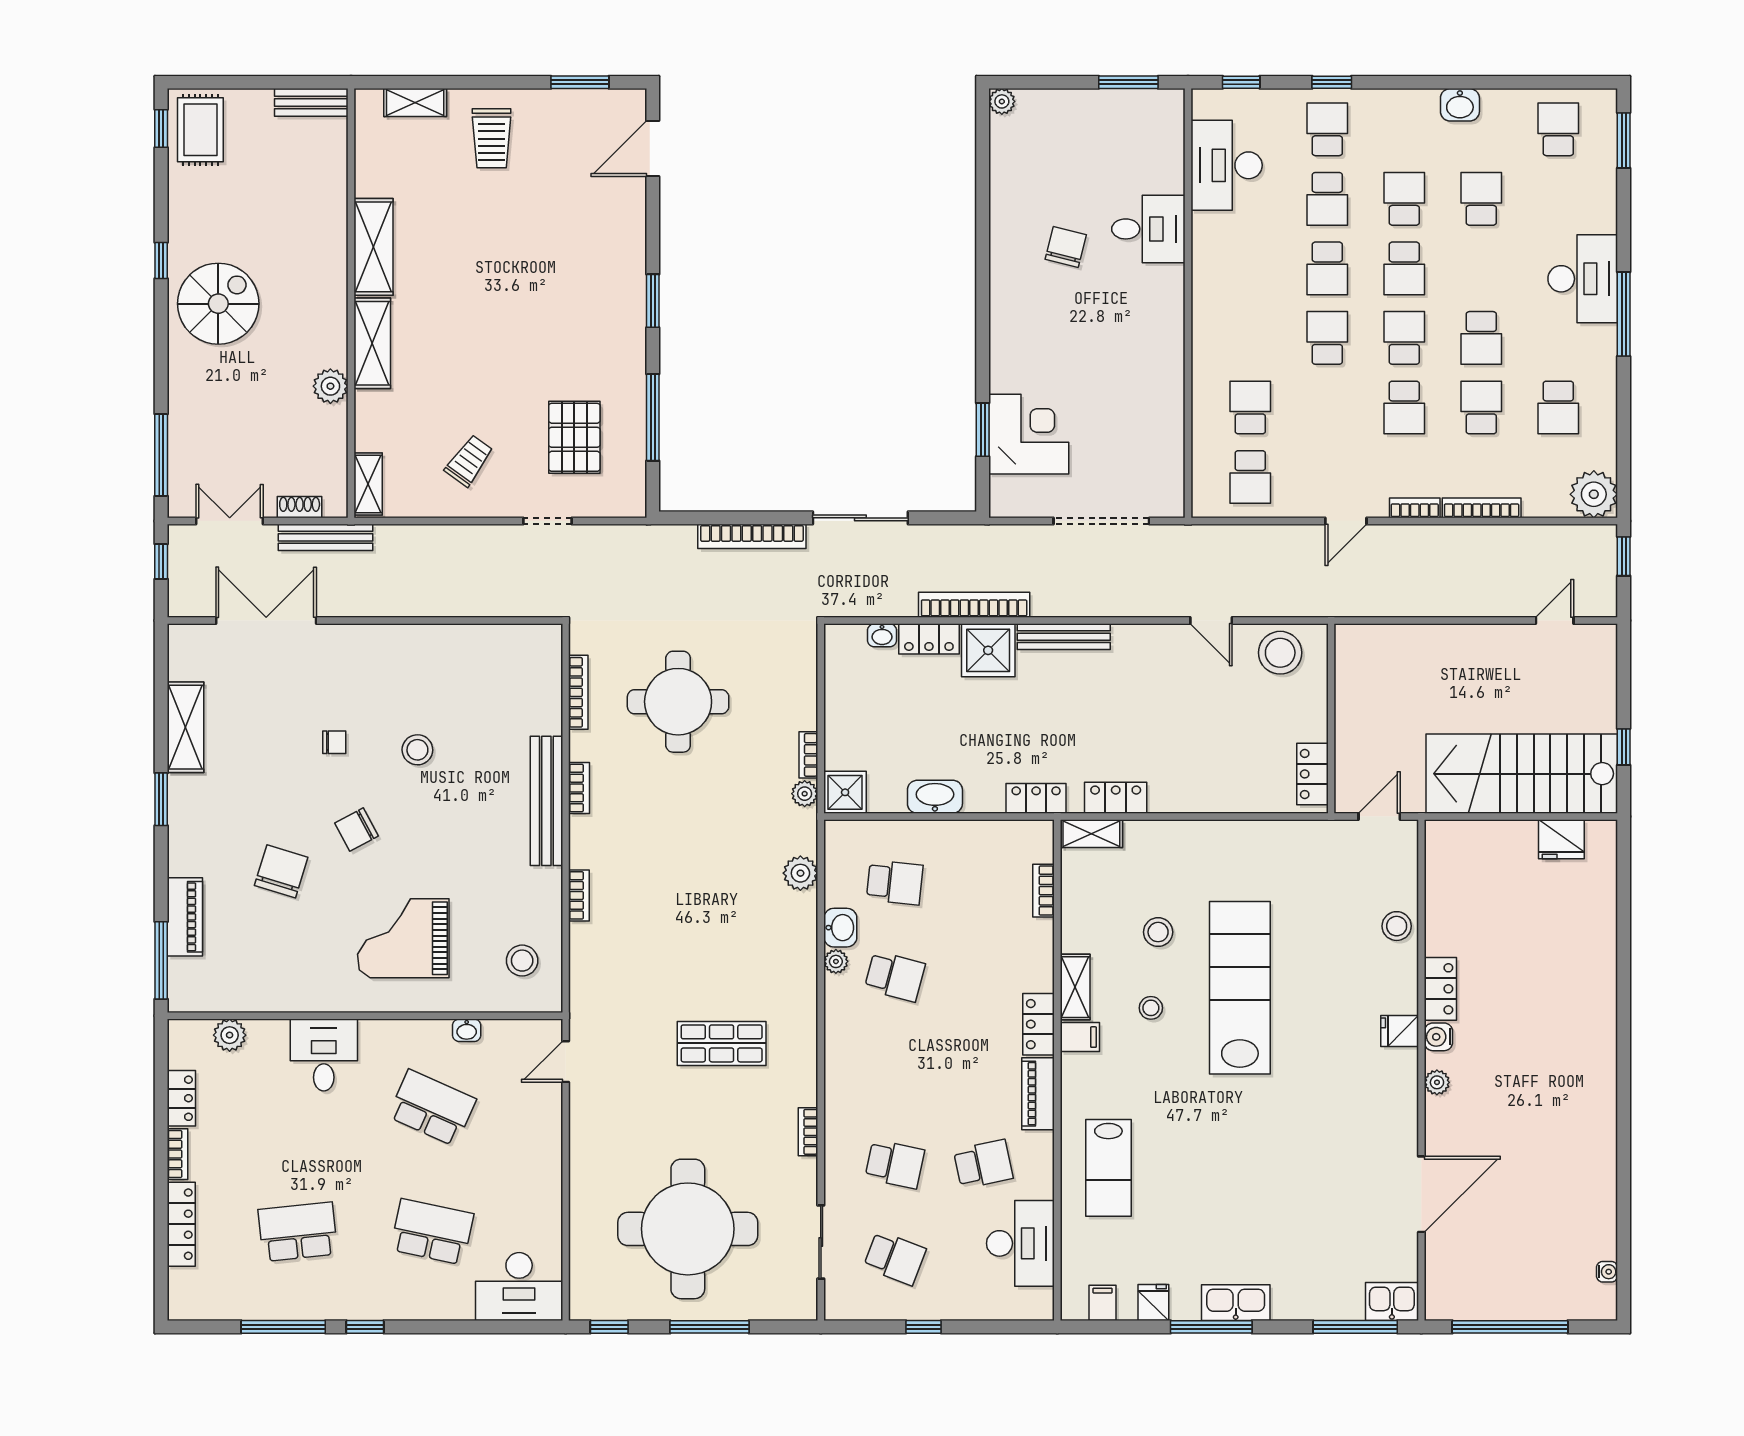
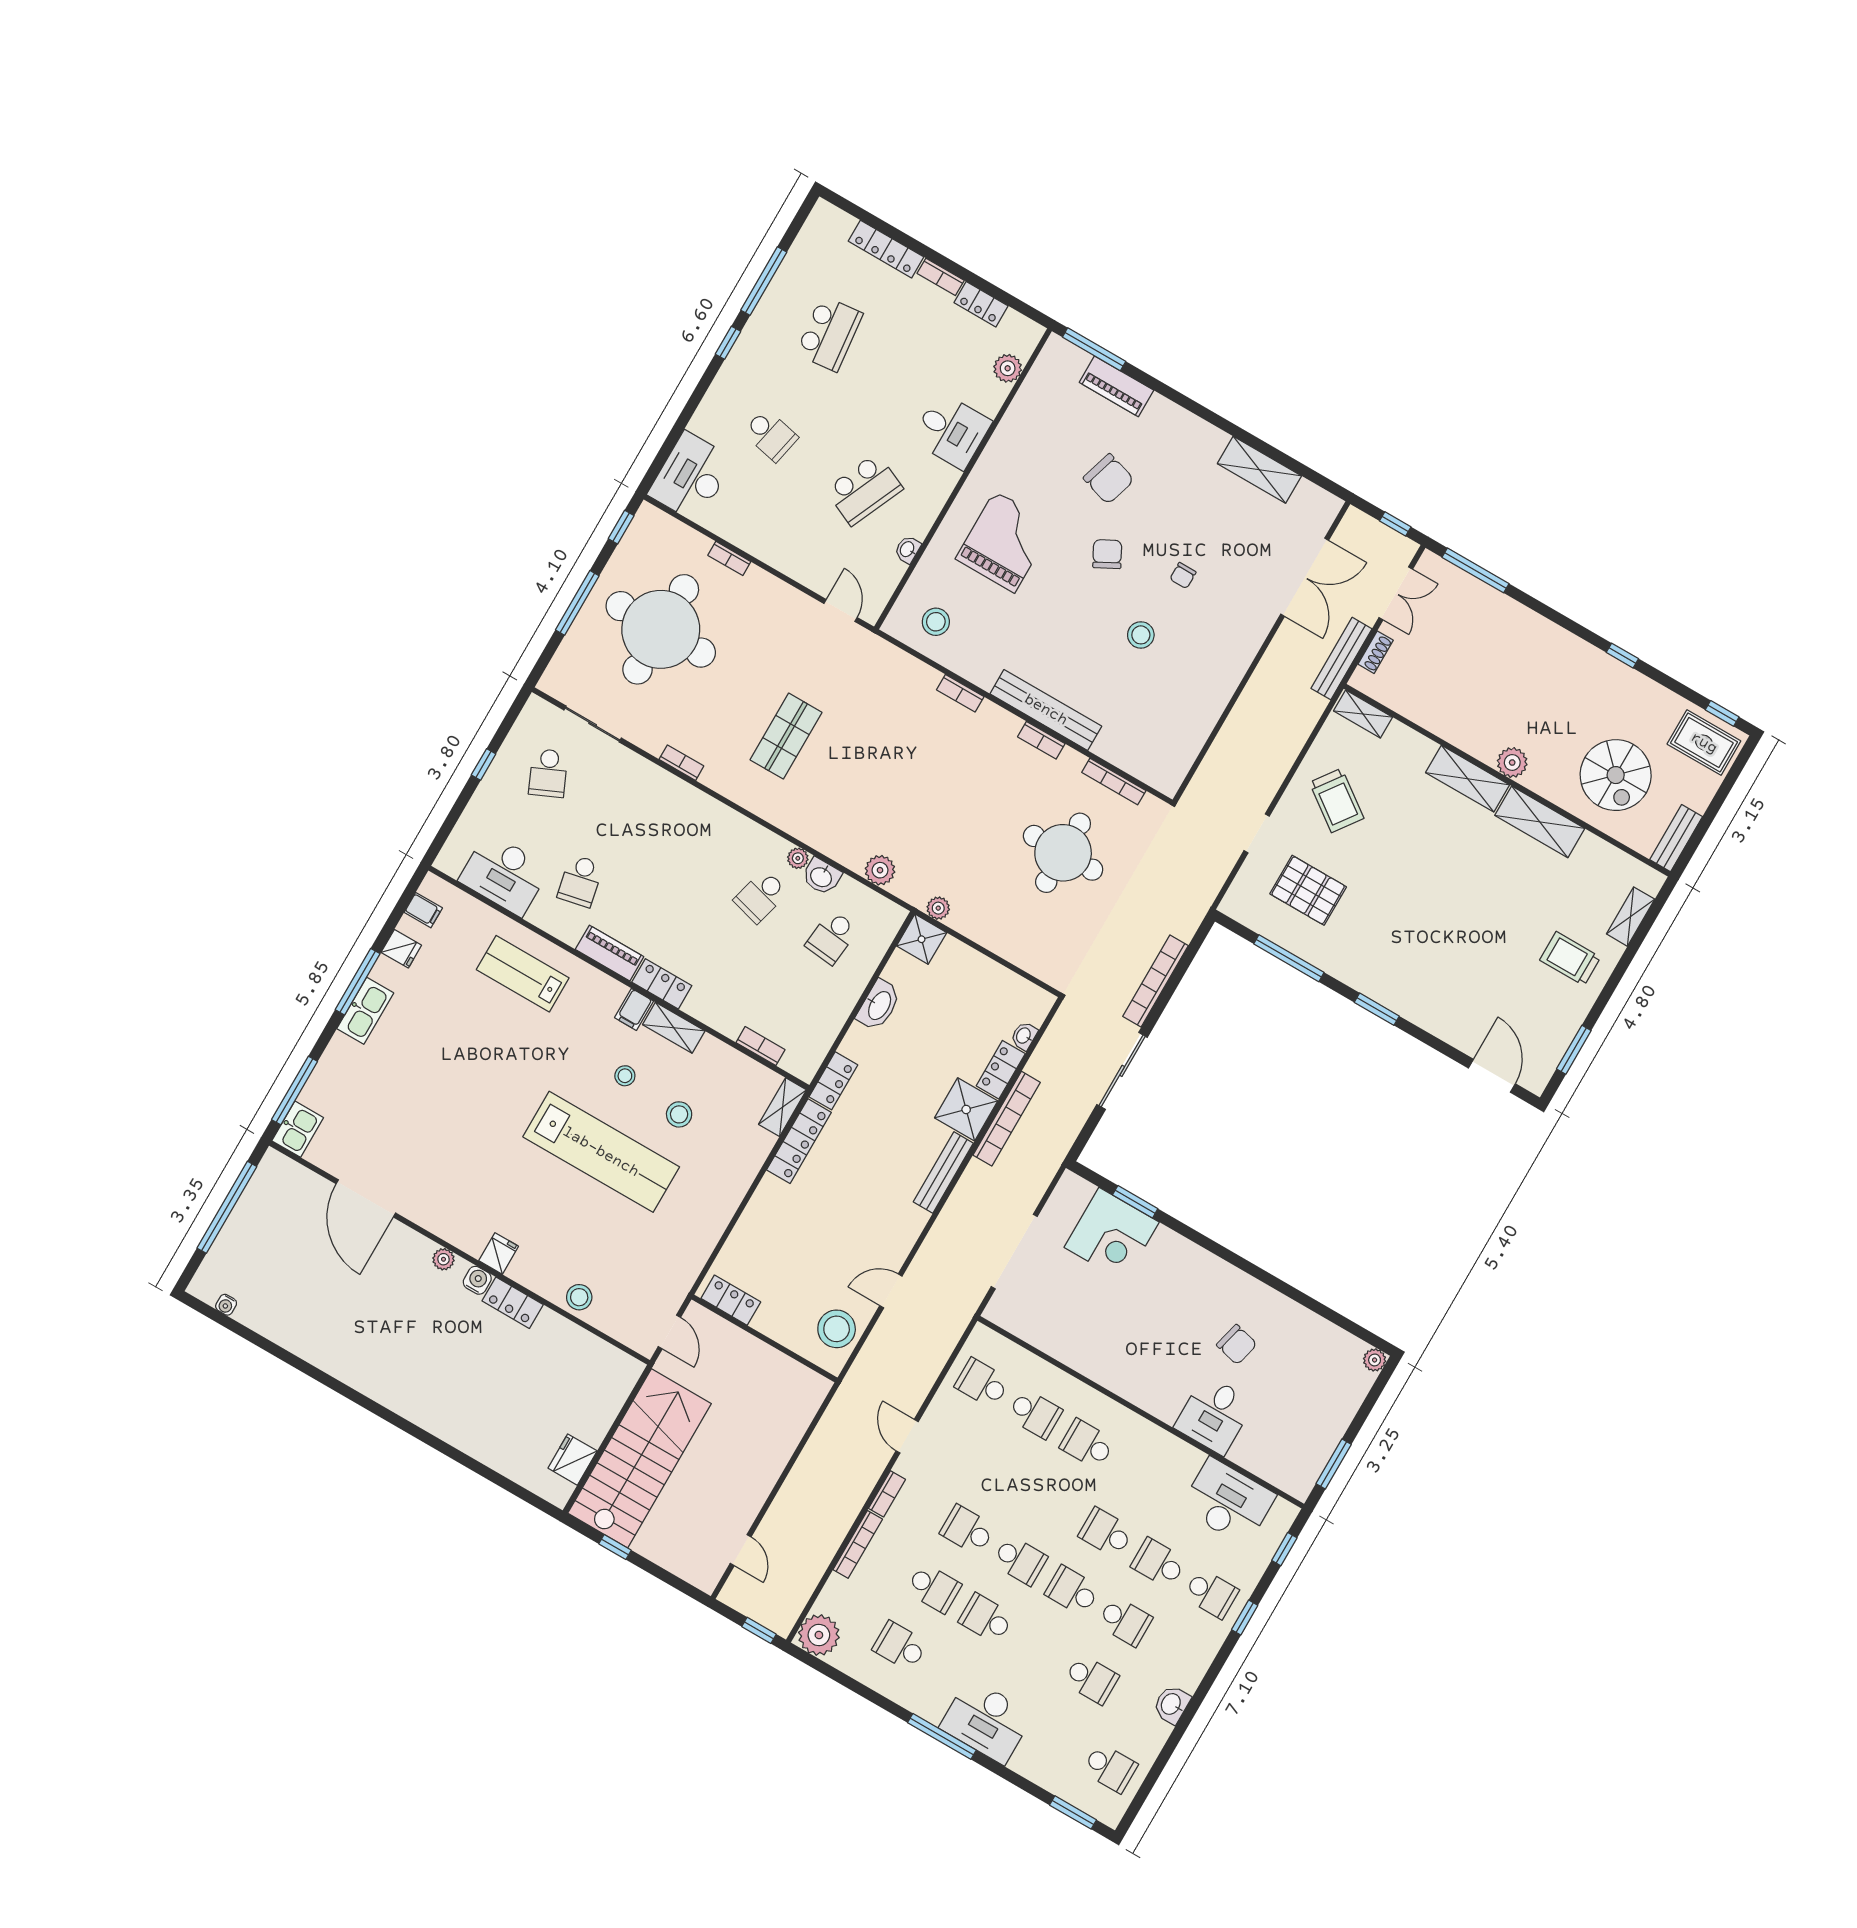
spiral stairs: (218, 304) -> (1616, 775), moved
school desk: (1327, 338) -> (1087, 1444), moved, turned 180
plant: (330, 386) -> (1512, 763), moved
trolley: (469, 461) -> (1337, 800), width x1.36, depth x1.39
bookcase: (808, 755) -> (729, 558), moved, turned 180
locker: (1116, 798) -> (799, 1141), width x1.53
window: (161, 799) -> (1216, 420), removed
school desk: (895, 1164) -> (619, 814), removed
school desk: (432, 1232) -> (771, 435), width x0.54
school desk: (895, 1258) -> (548, 773), turned -45

